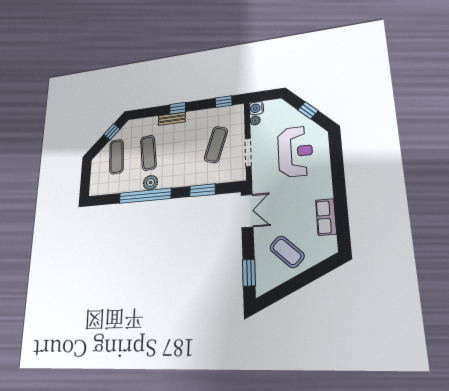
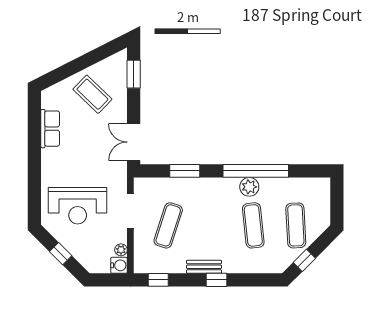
bench: (172, 119) -> (204, 267), moved
reception desk: (295, 151) -> (78, 206), turned -90

